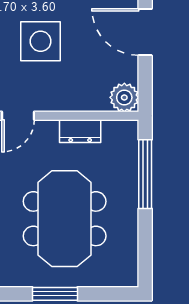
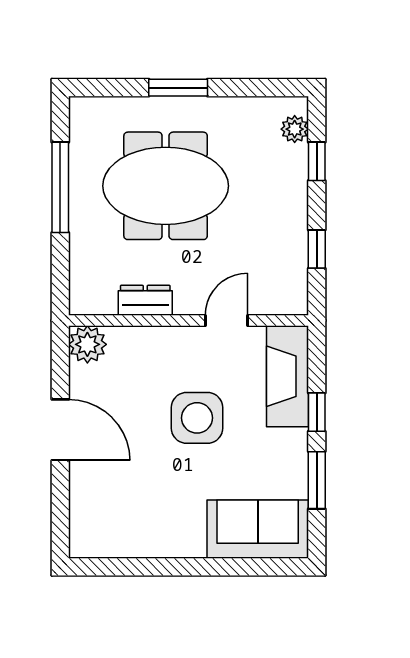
window: (145, 174) -> (60, 187), moved
meeting table: (65, 219) -> (166, 186), turned 90

